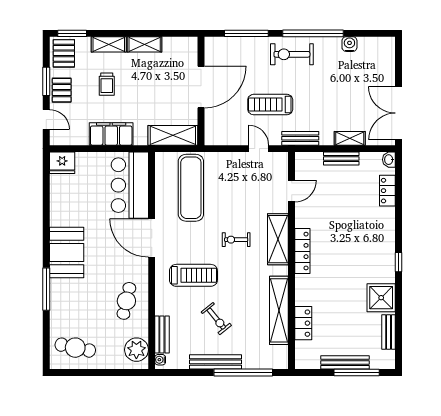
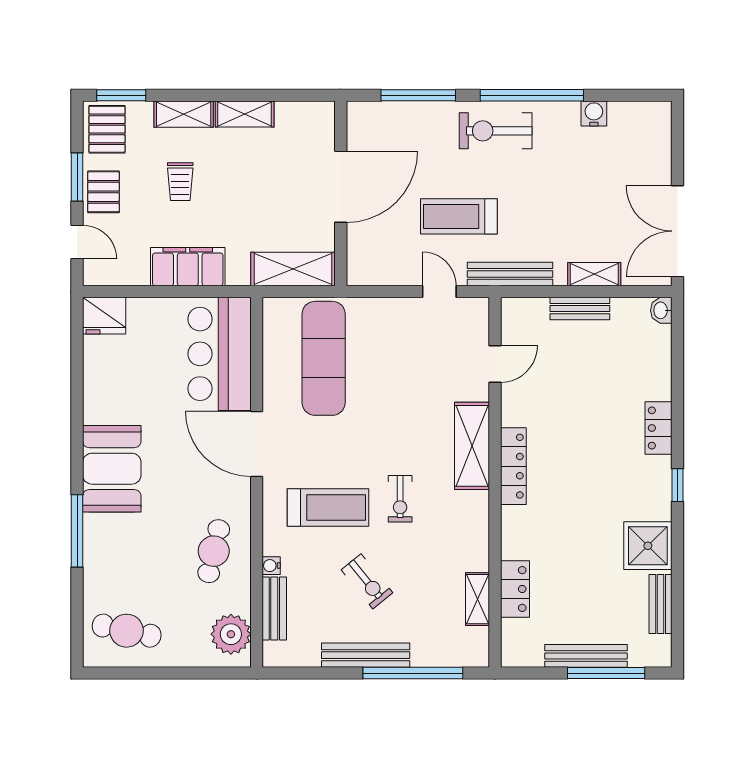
bench: (300, 138) -> (510, 274), width x1.36
locker: (387, 191) -> (659, 428), moved
exercise bike: (236, 240) -> (400, 499), moved, turned -90
shelving: (279, 310) -> (478, 599), width x0.45, depth x0.75
water cooler: (160, 360) -> (271, 566), moved

